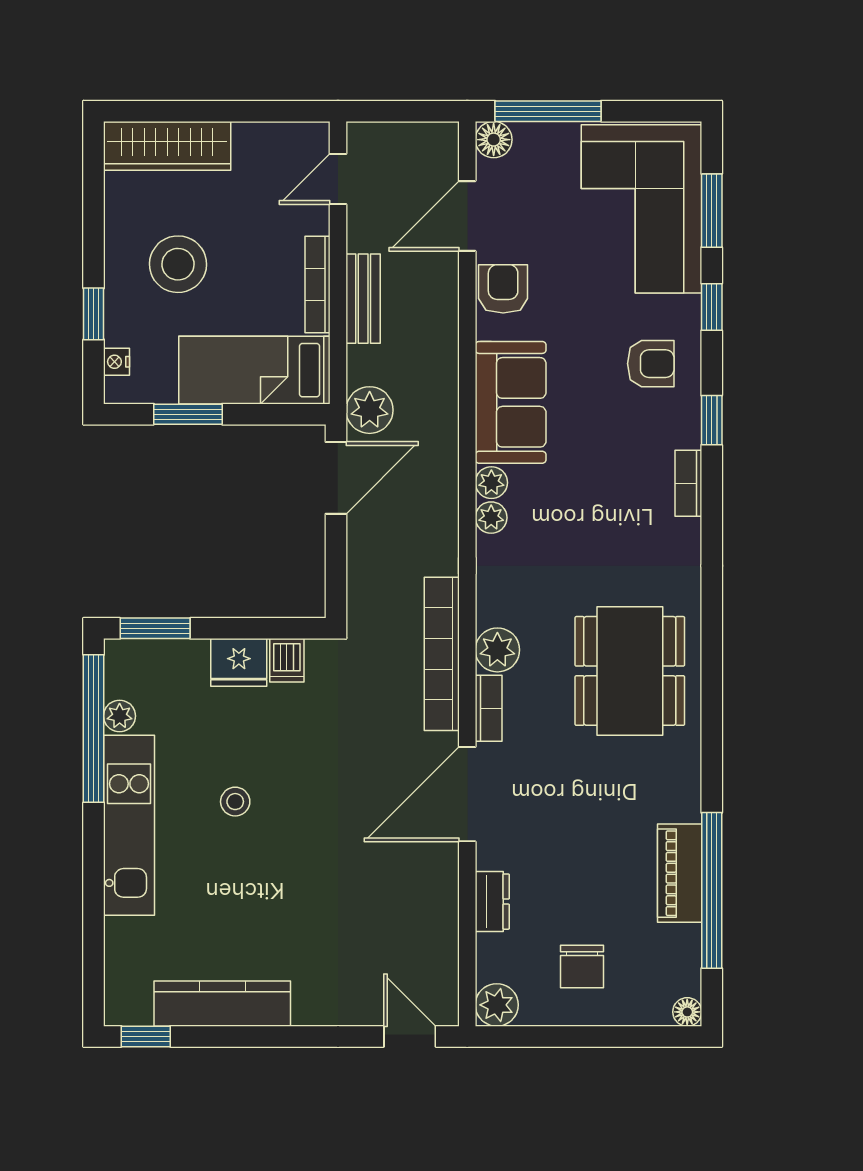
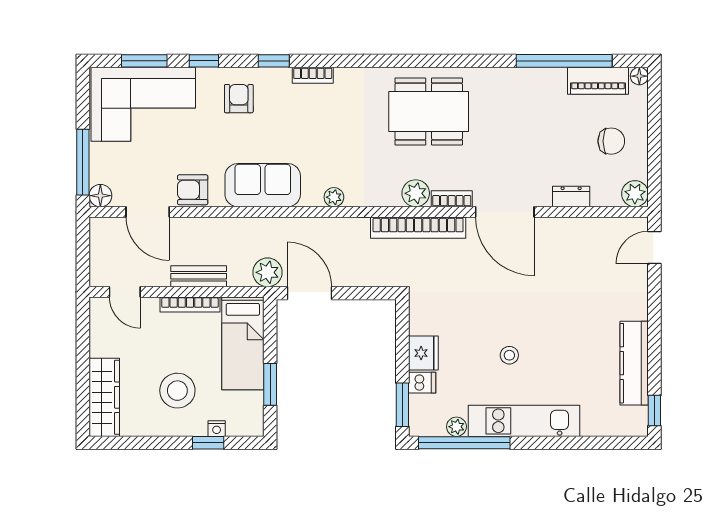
nightstand: (116, 362) -> (217, 429), moved
plant: (491, 483) -> (312, 197), removed
dishwasher: (287, 660) -> (422, 383), moved
piano: (680, 873) -> (598, 81), moved

